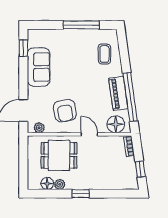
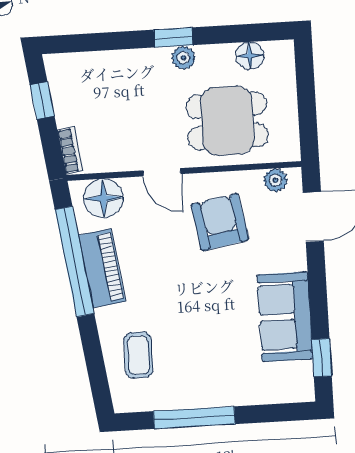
plant: (60, 184) -> (183, 58), moved

